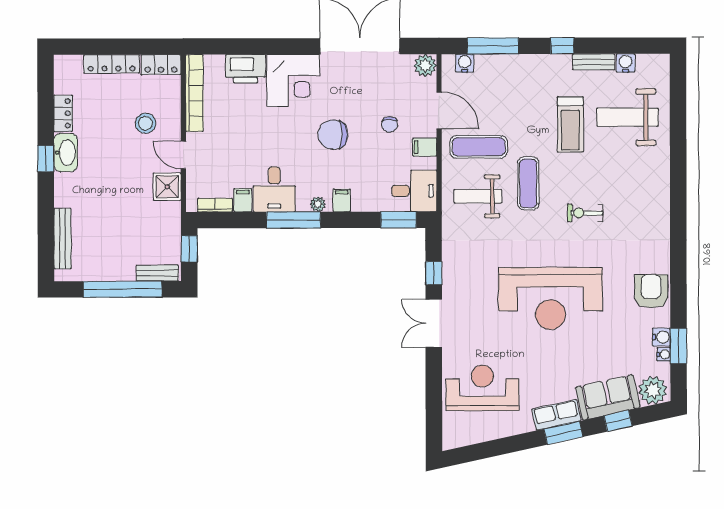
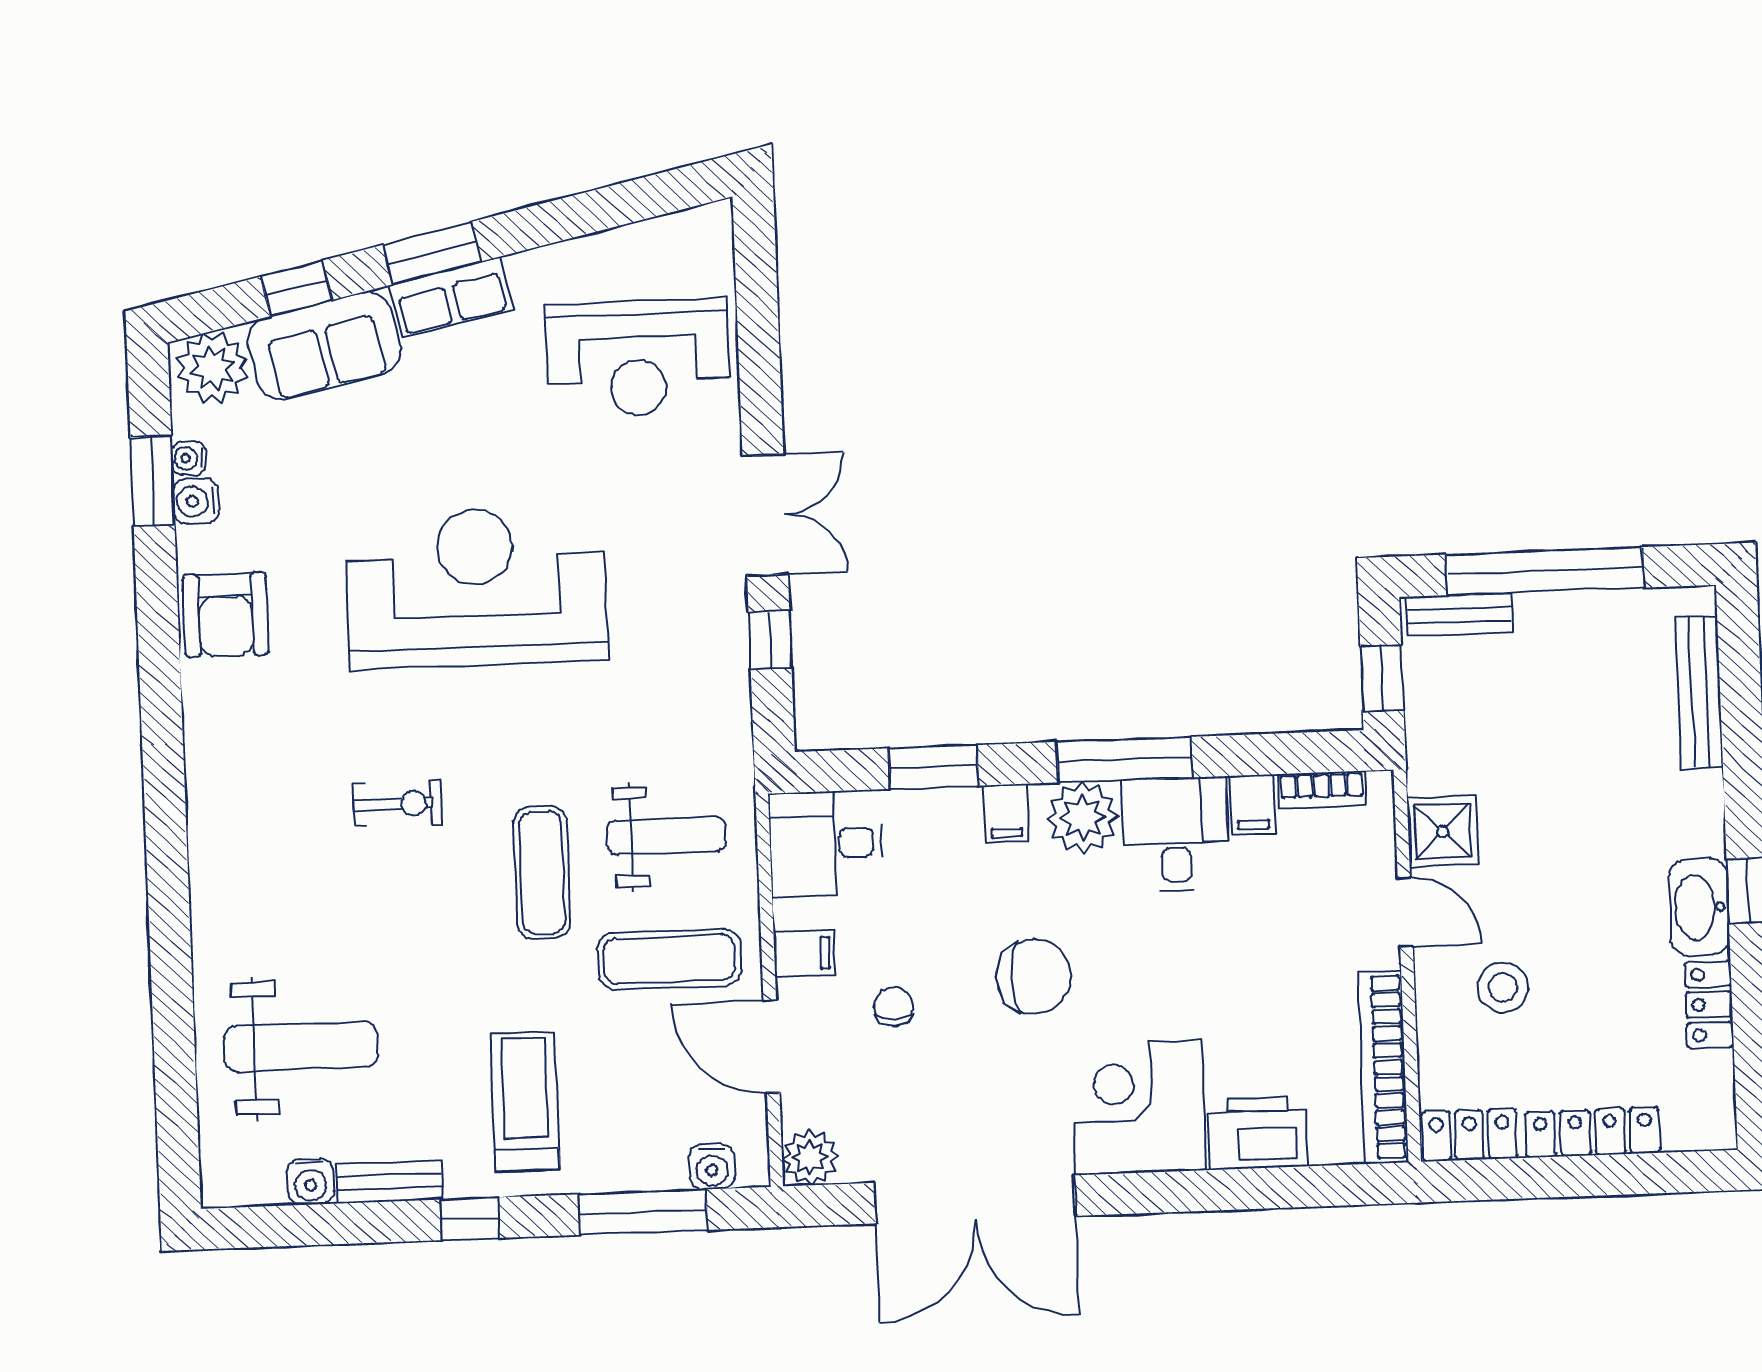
treadmill: (570, 124) -> (525, 1102), moved
plant: (318, 204) -> (1083, 818), width x1.87, depth x1.87
window: (398, 220) -> (934, 767), moved

